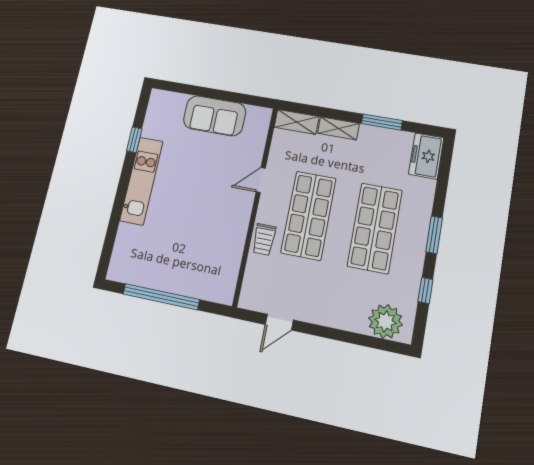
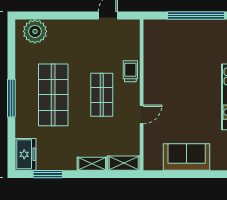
window: (382, 122) -> (48, 174), moved
shop shelf: (309, 215) -> (102, 95), width x0.70, depth x0.74
window: (434, 235) -> (11, 98), width x1.44
window: (425, 291) -> (11, 58), removed

